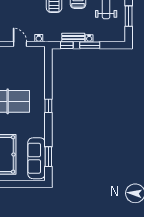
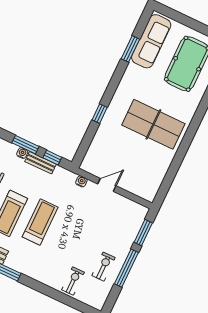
door: (20, 44) -> (107, 185), swing flipped
window: (48, 106) -> (100, 114), moved
window: (48, 157) -> (130, 49), moved

